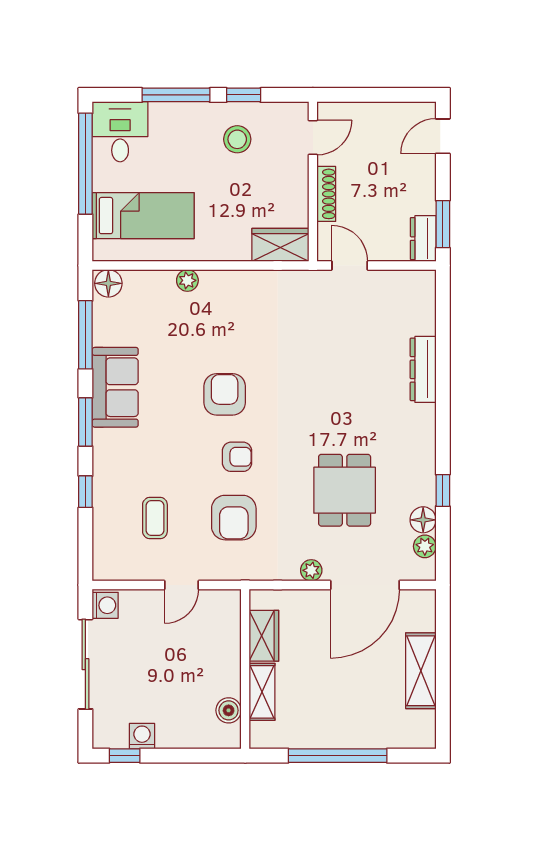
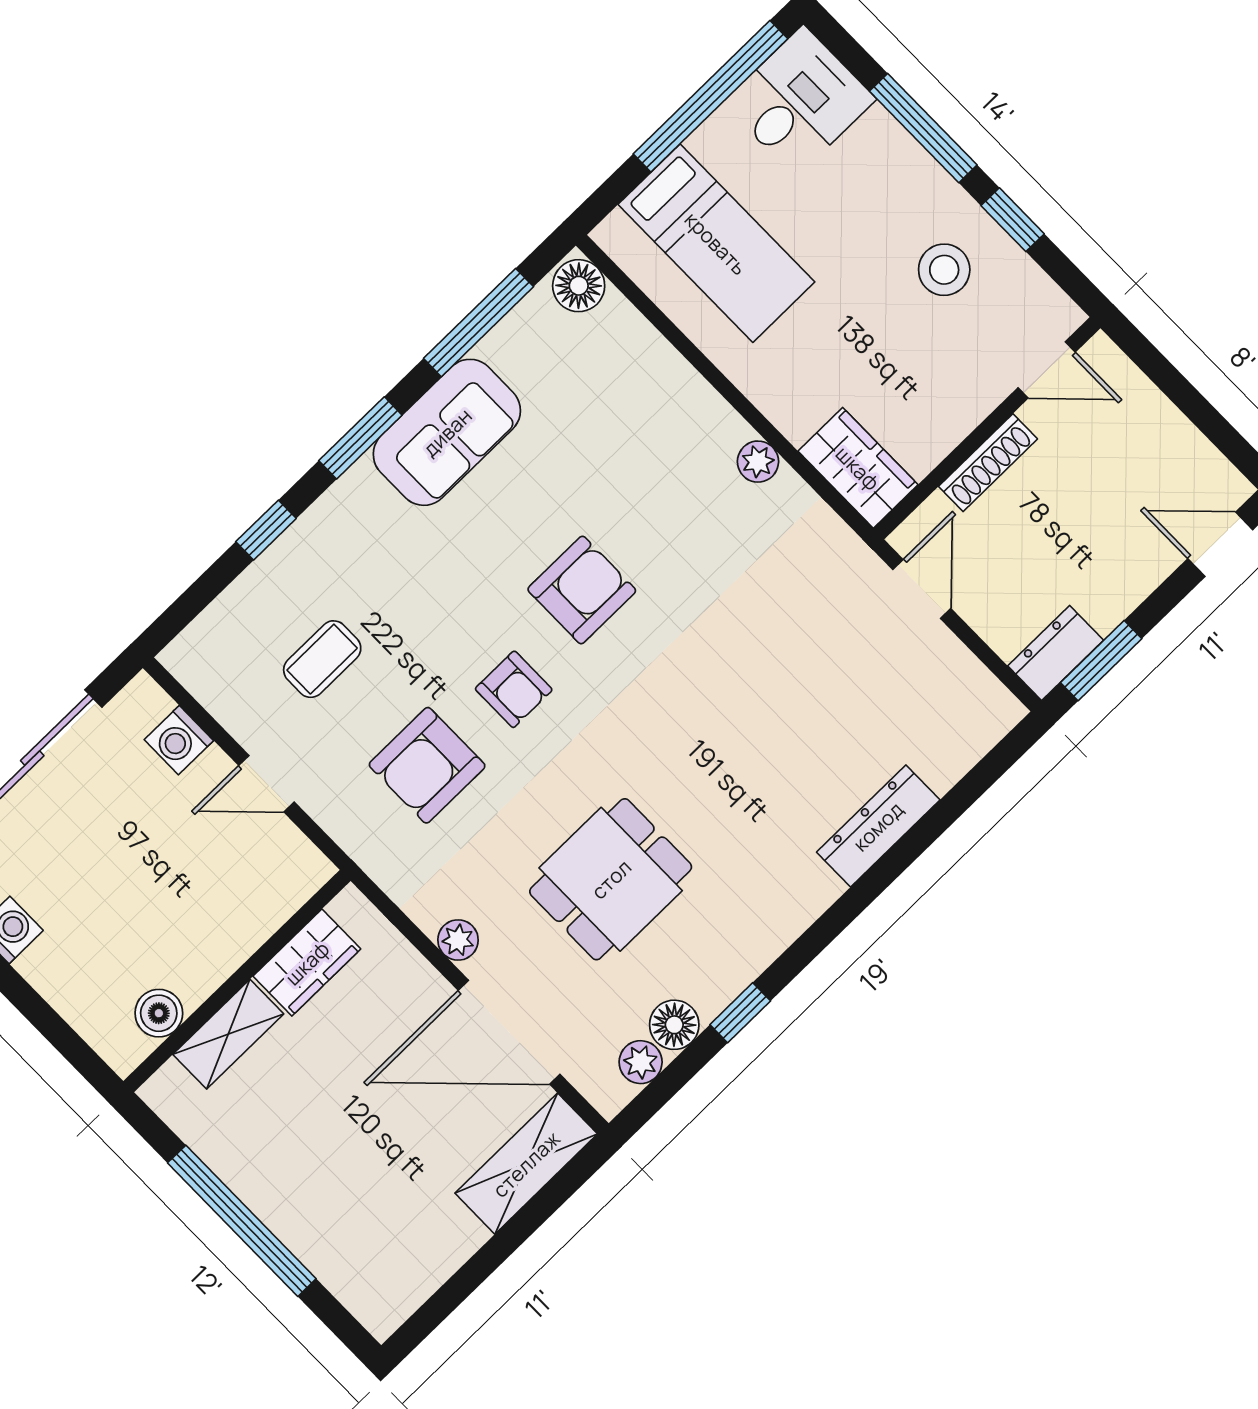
plant: (187, 280) -> (758, 462), moved
washing machine: (105, 605) -> (179, 740), moved, turned 90
shelving: (421, 671) -> (526, 1164), moved

